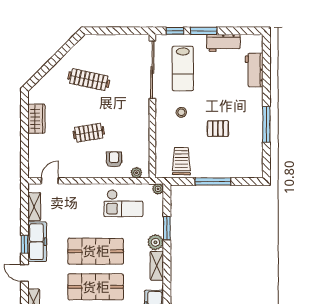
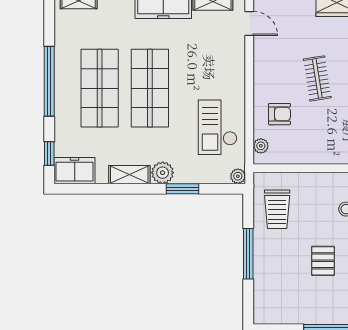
trolley: (181, 161) -> (277, 209), turned 90

